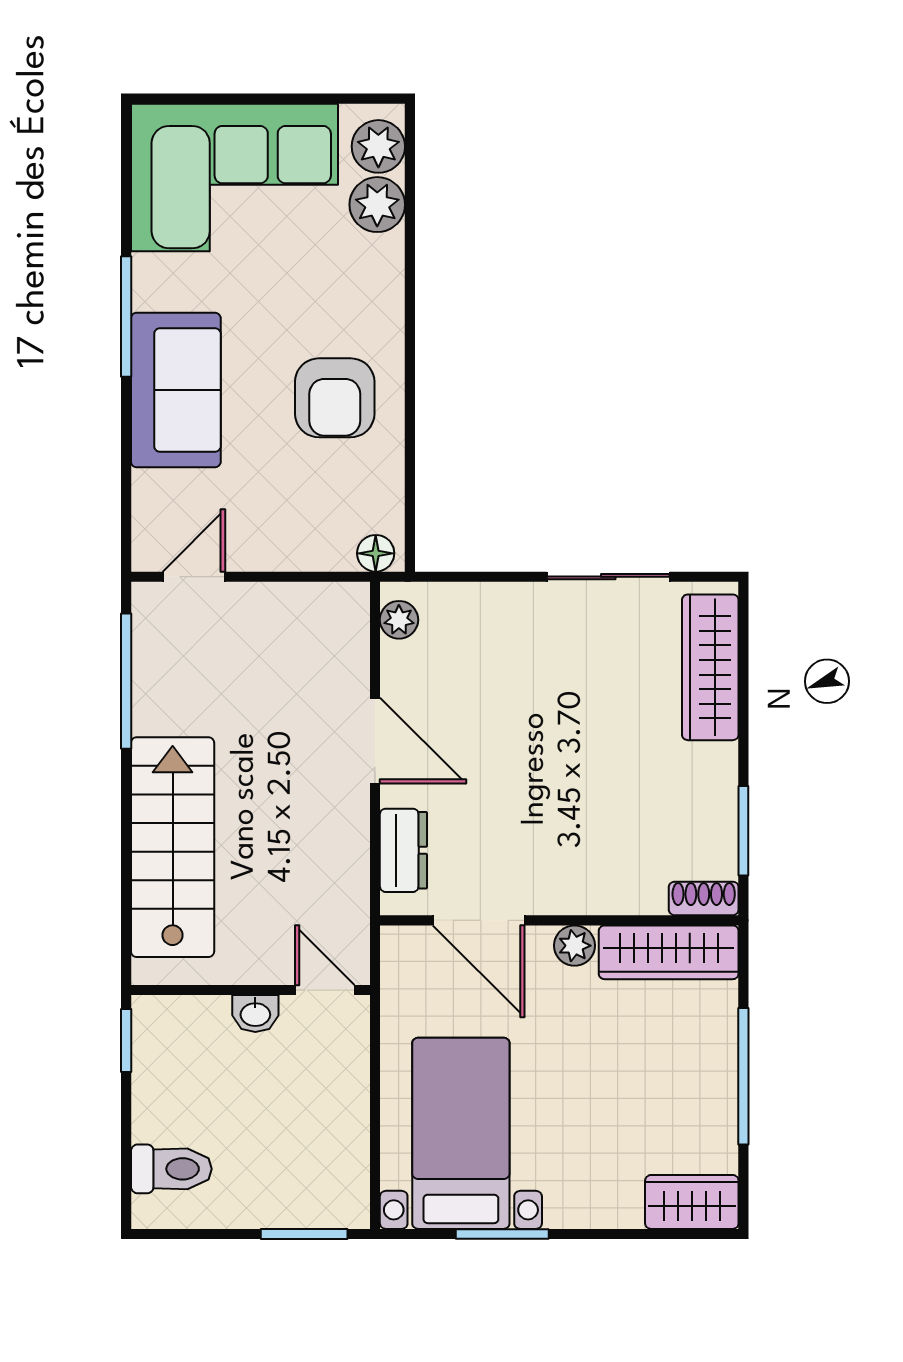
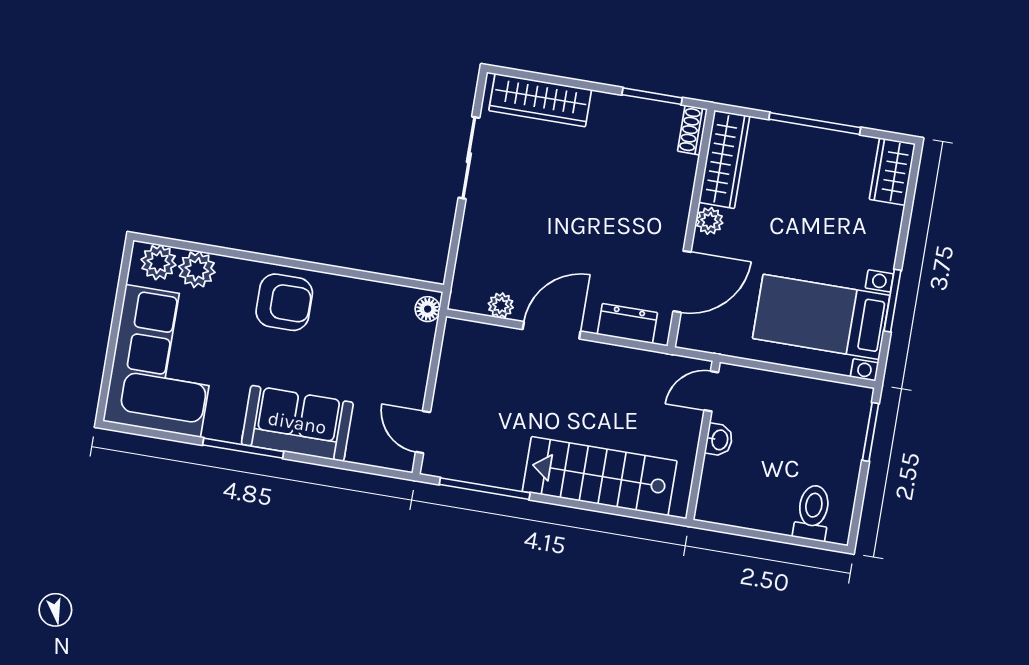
armchair: (335, 398) -> (284, 302), moved
plant: (399, 620) -> (501, 305), moved
window: (126, 1040) -> (723, 528), removed

